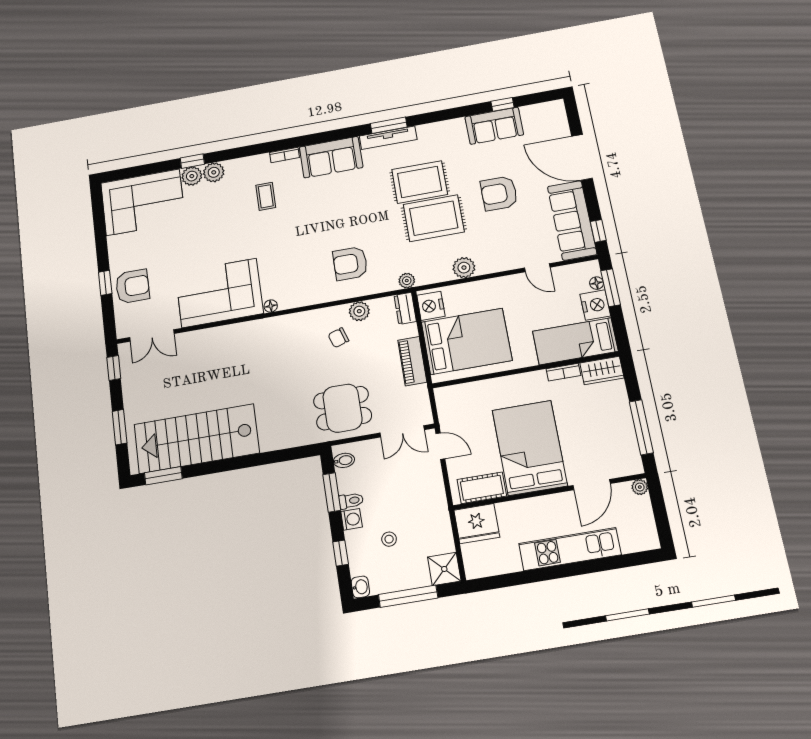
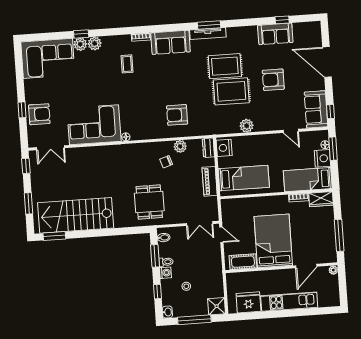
sofa: (572, 220) -> (316, 109), width x0.73
plant: (407, 281) -> (211, 130), removed
bed: (467, 341) -> (244, 178), width x0.67
dining table: (343, 408) -> (149, 202), moved, turned 90
fridge: (477, 524) -> (248, 302), moved, turned 180

